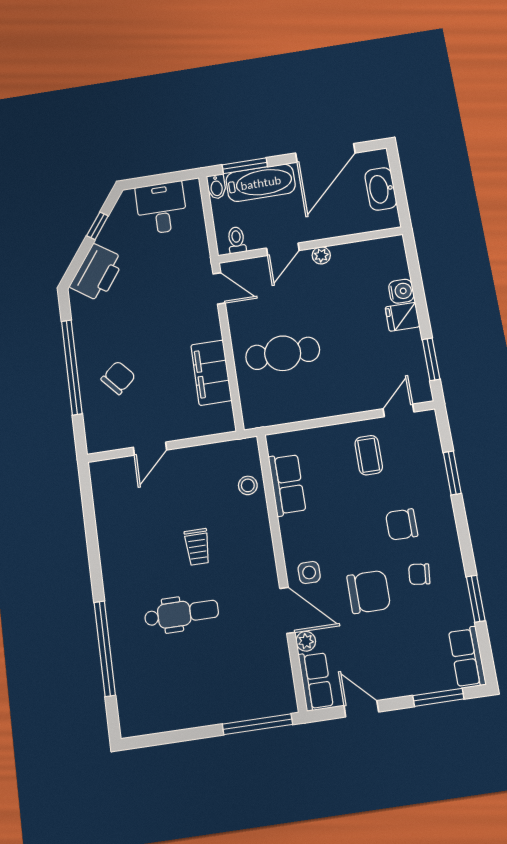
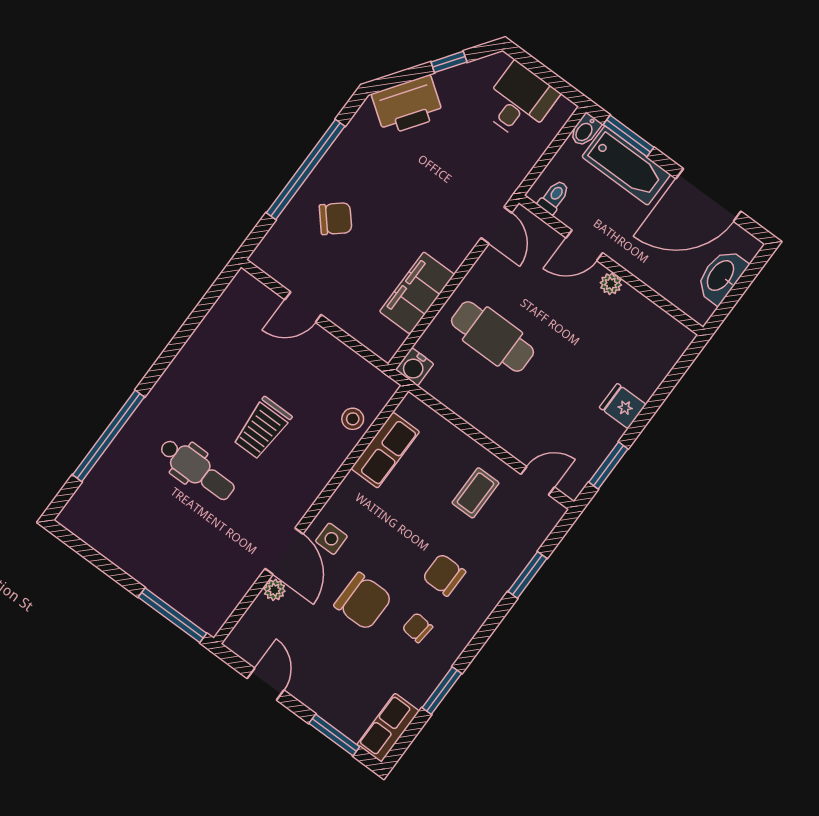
water cooler: (401, 291) -> (415, 367), moved, turned 90
trolley: (197, 547) -> (262, 428), width x1.36, depth x1.39
row of seats: (316, 681) -> (251, 628), removed

